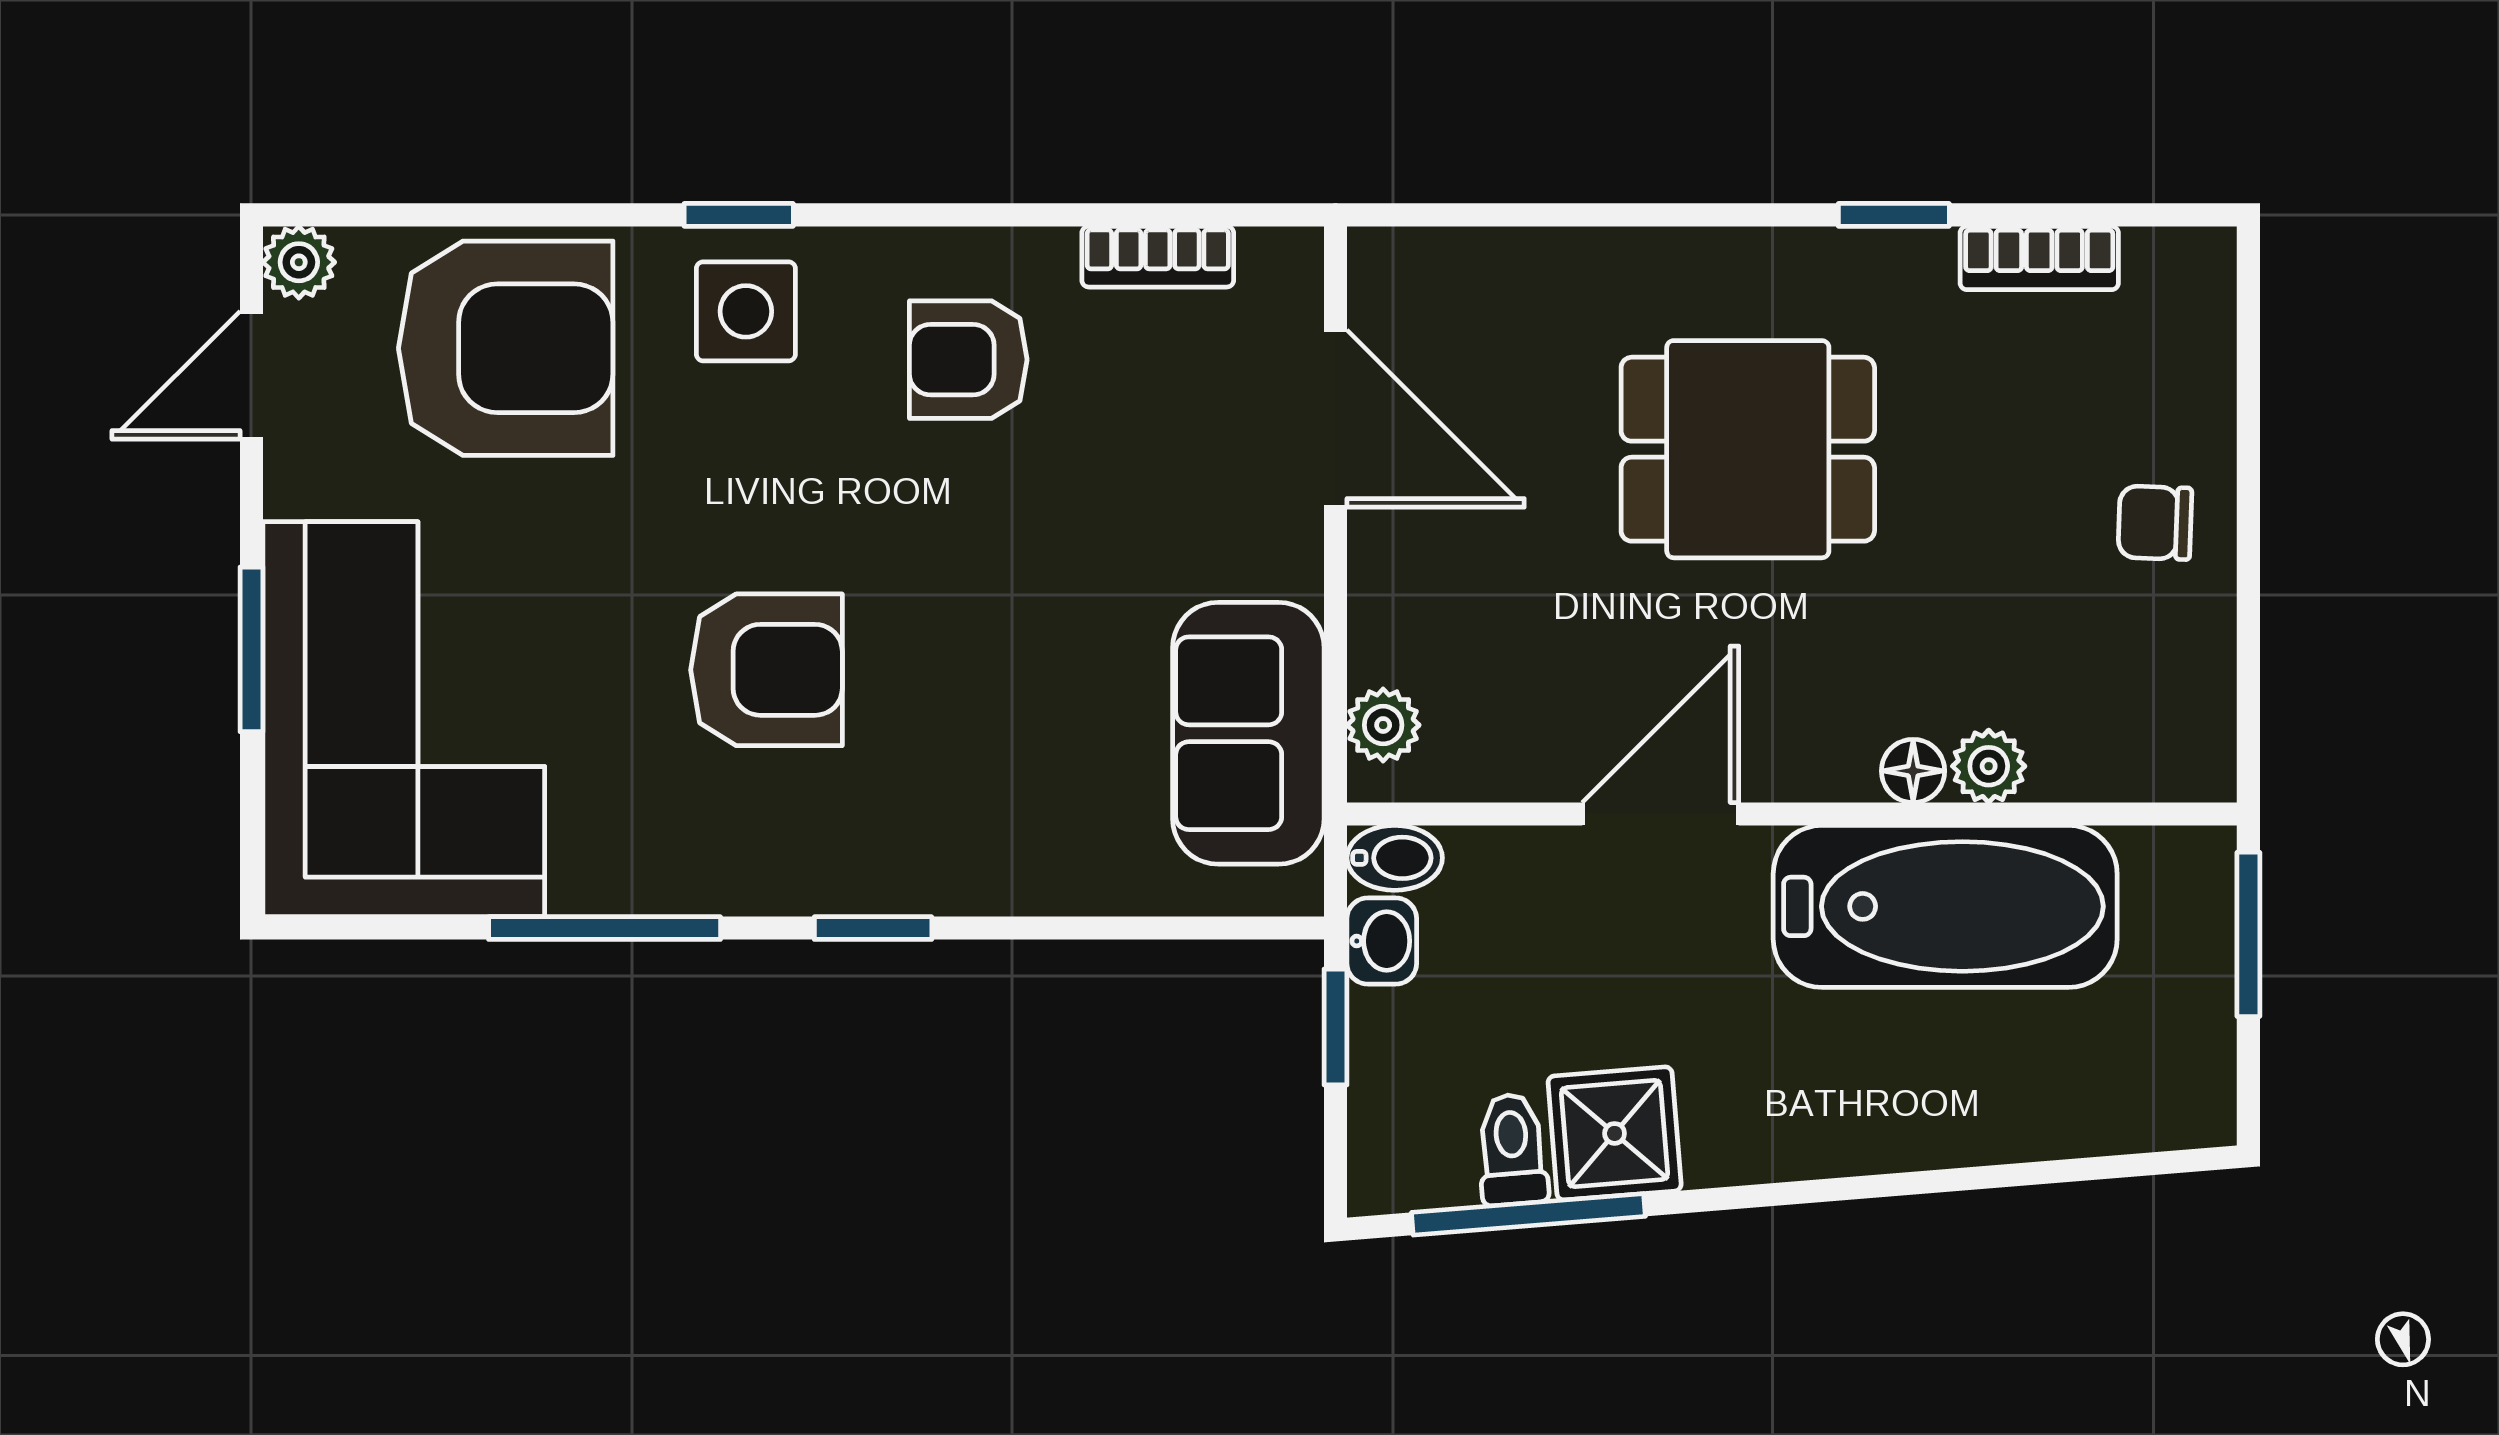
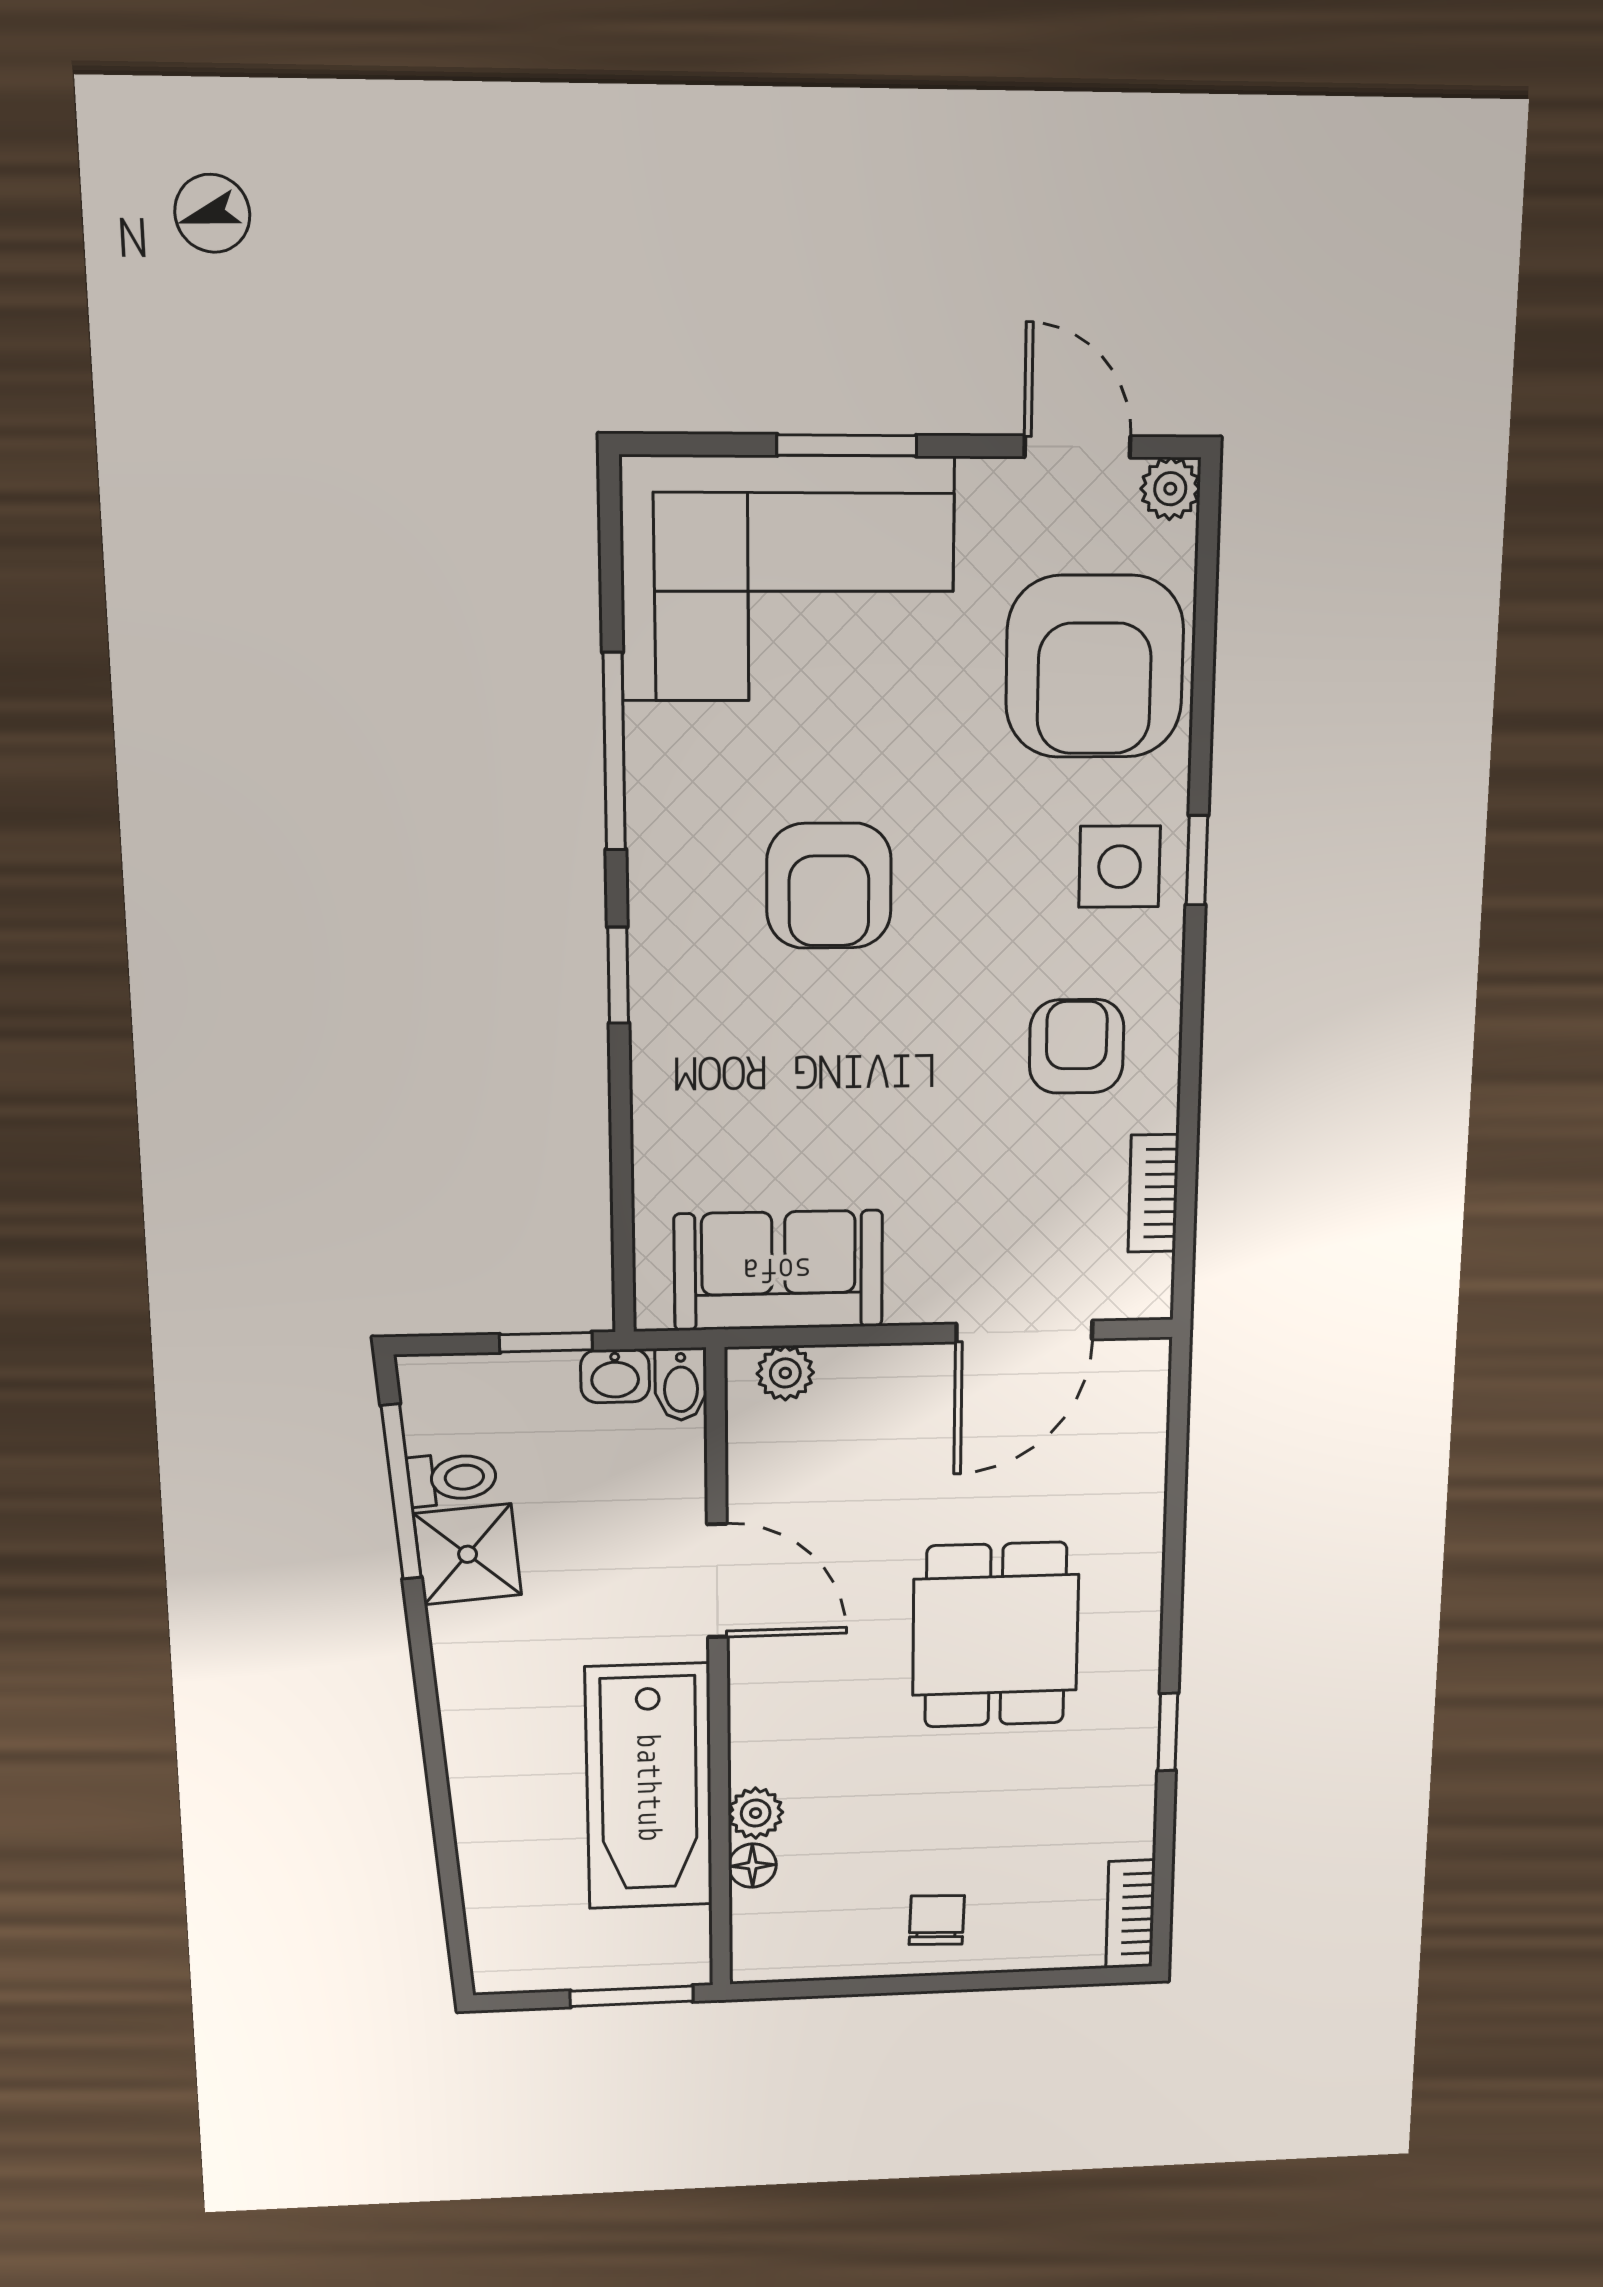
bookcase: (2039, 258) -> (1131, 1914), moved
floor lamp: (1913, 771) -> (752, 1866), moved

